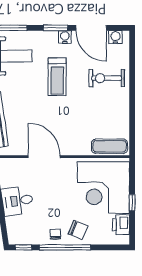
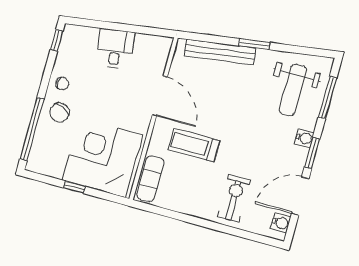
water cooler: (65, 37) -> (304, 138), moved
treadmill: (57, 77) -> (194, 145), moved
door: (44, 157) -> (160, 96), hinge flipped
printer: (121, 225) -> (51, 166), removed
window: (65, 247) -> (32, 129), moved

